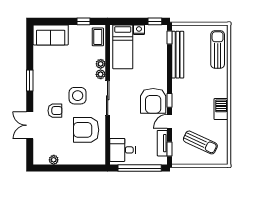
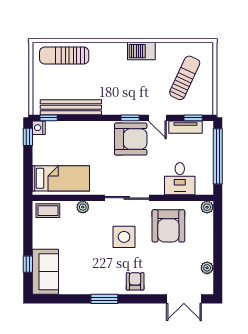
window: (83, 21) -> (28, 264), moved
nightstand: (139, 30) -> (39, 128), moved
plant: (101, 74) -> (207, 207), moved
armchair: (55, 111) -> (135, 281), moved
double door: (30, 125) -> (184, 299), moved
desk: (123, 150) -> (180, 179), moved

